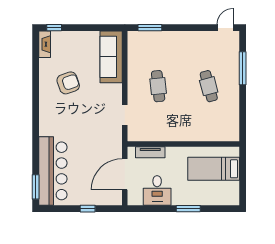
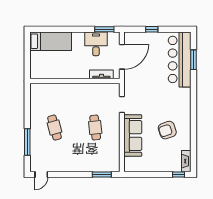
sofa: (111, 57) -> (133, 135), moved
bed: (214, 169) -> (51, 41), moved
window: (36, 187) -> (193, 60), moved
window: (188, 209) -> (104, 29), moved

